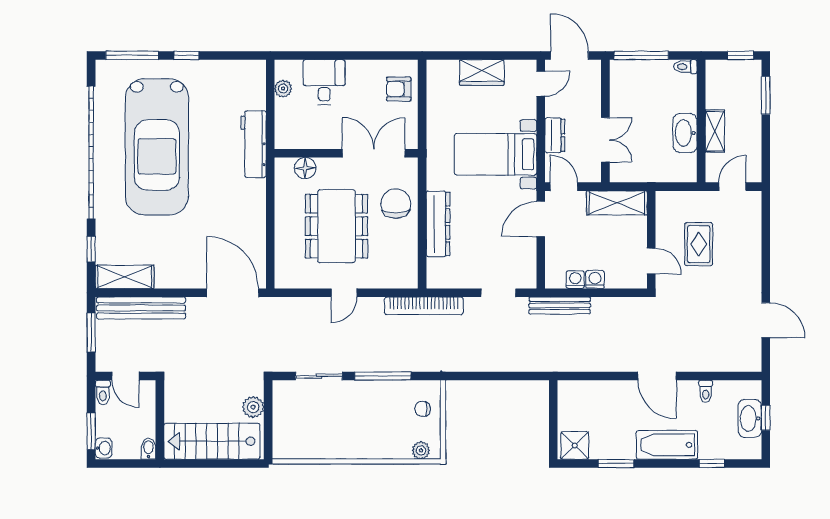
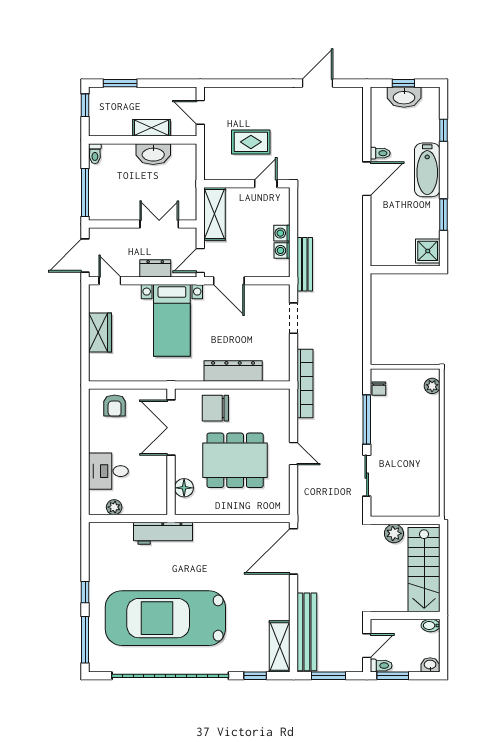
car: (157, 147) -> (165, 618), turned 180
toilet: (706, 391) -> (380, 153), moved
chair: (422, 409) -> (379, 389), moved
window: (91, 431) -> (393, 676), moved

